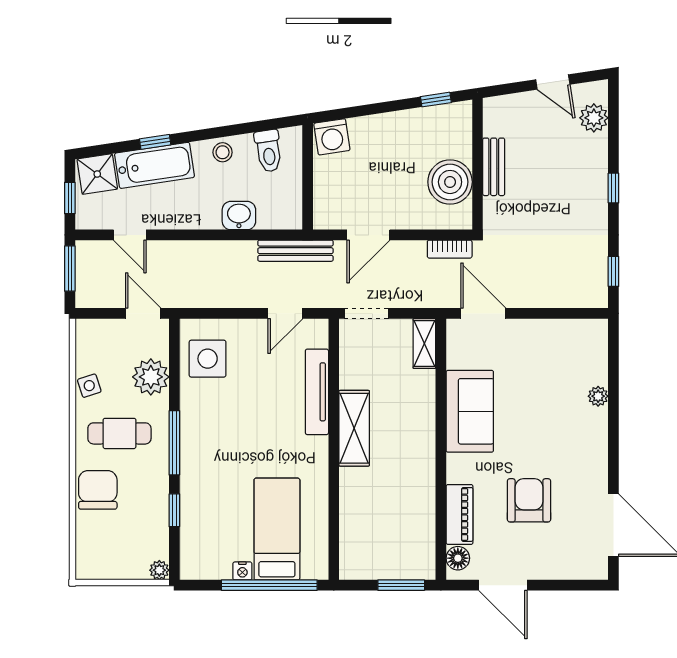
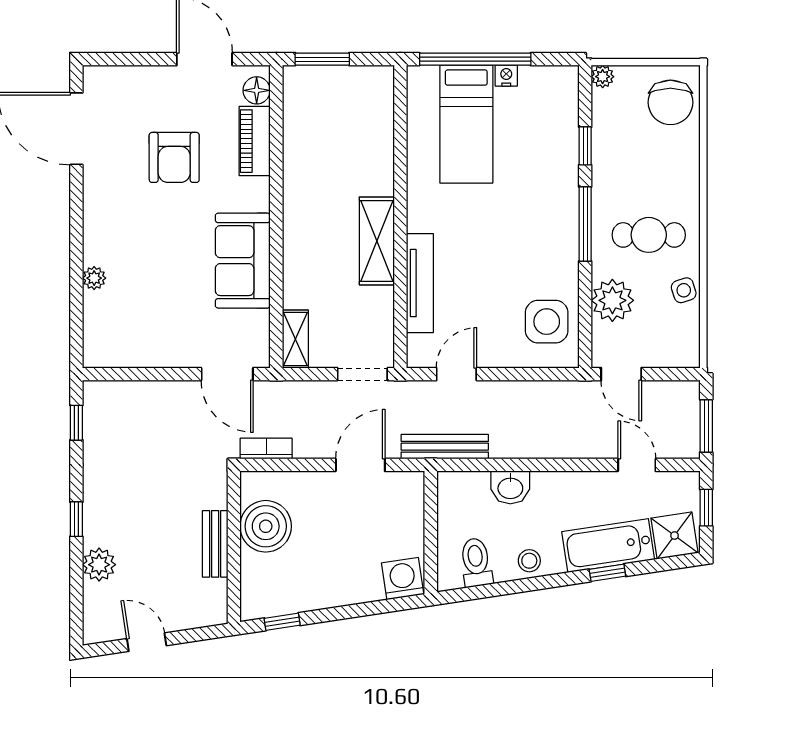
plant: (594, 118) -> (99, 565), moved
chair: (98, 490) -> (670, 102), moved

